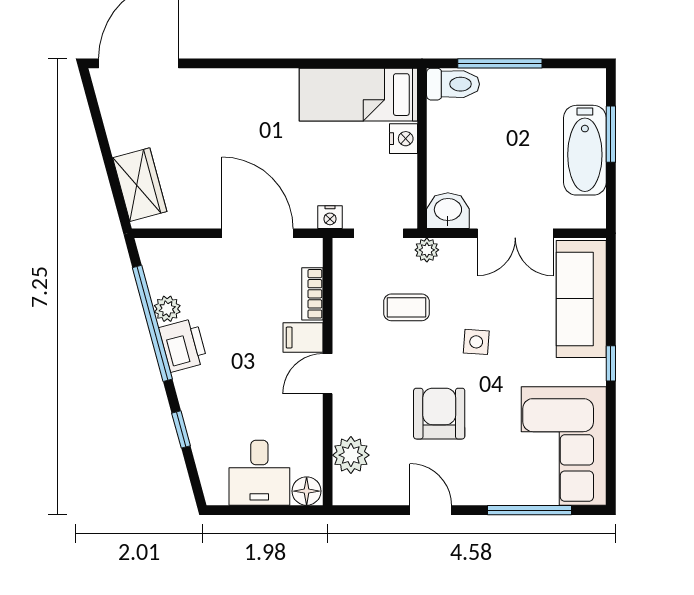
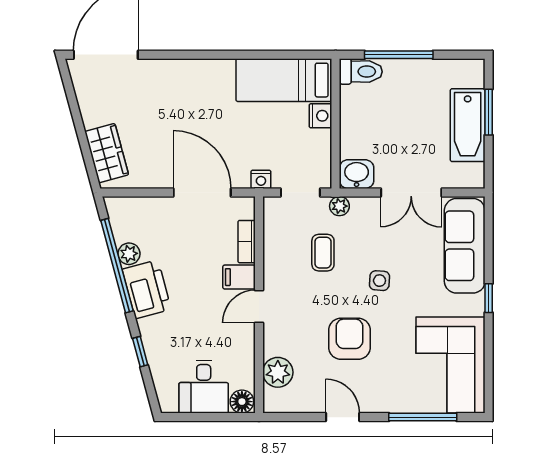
coffee table: (406, 307) -> (323, 253), turned 90
printer: (183, 345) -> (147, 289), width x1.37, depth x1.19

